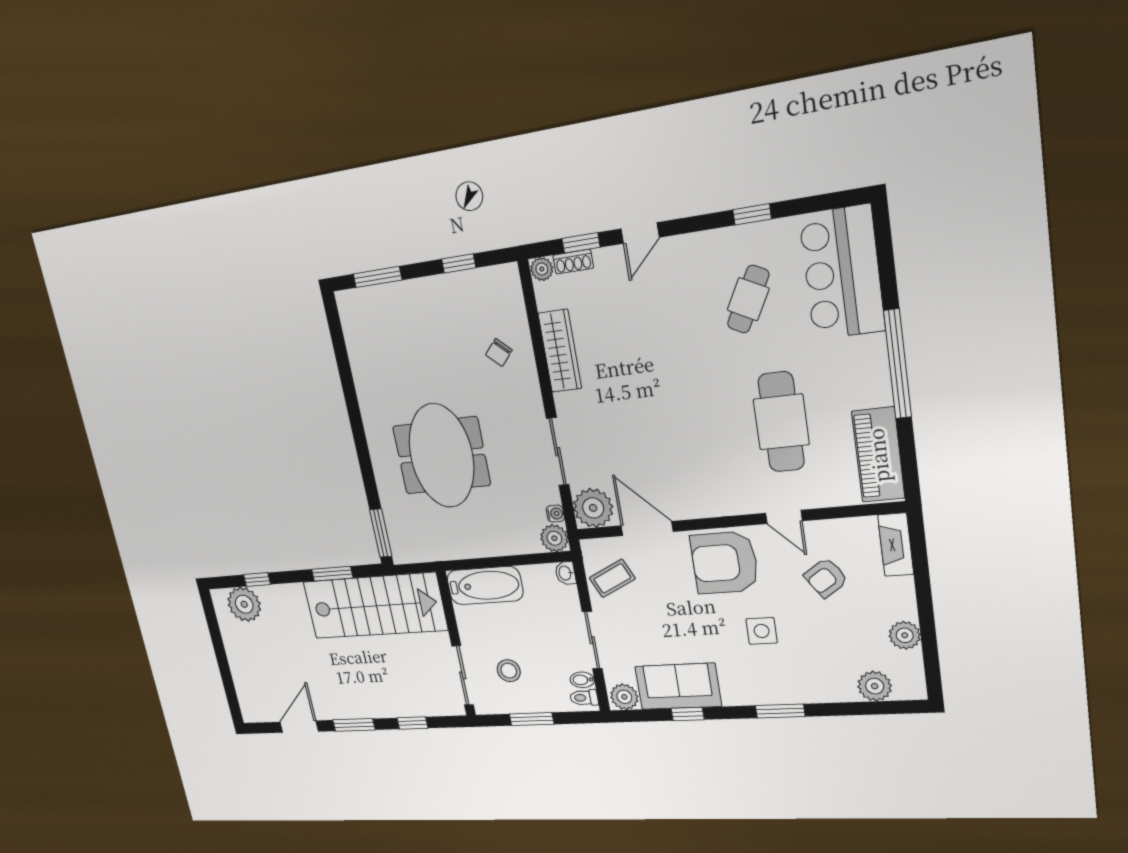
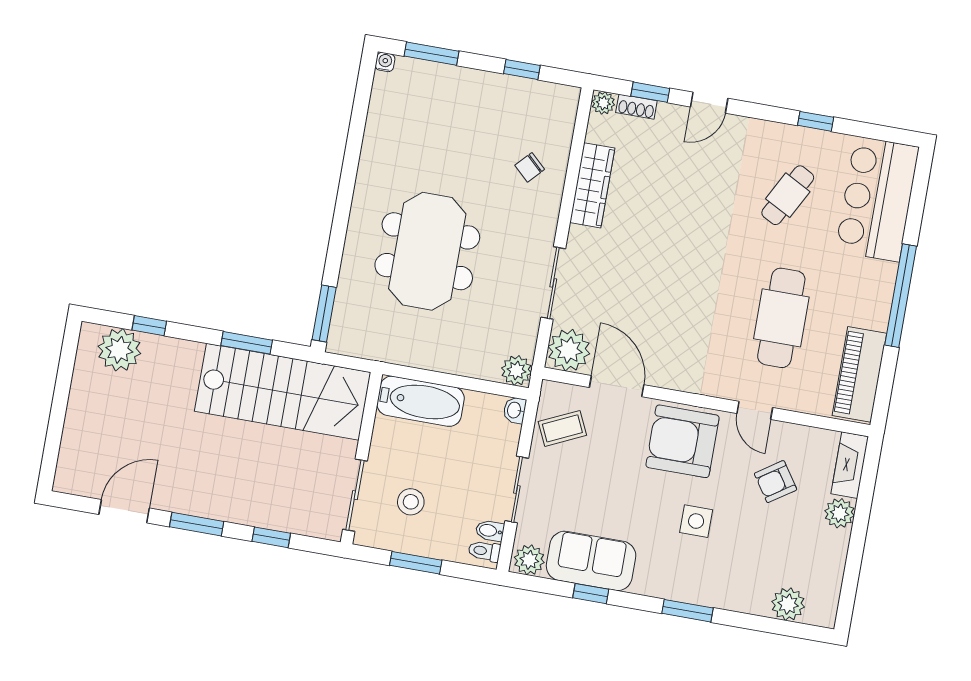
water cooler: (555, 514) -> (385, 62), moved, turned -90
plant: (905, 635) -> (840, 513), moved

